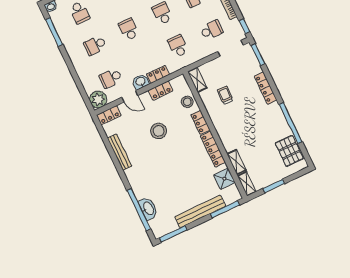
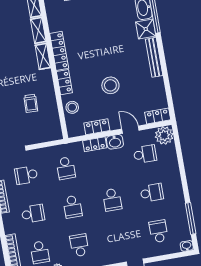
shelving: (197, 80) -> (43, 56), moved
bench: (120, 152) -> (154, 57), moved
shower: (224, 179) -> (146, 29), moved

